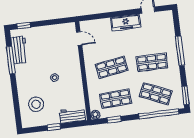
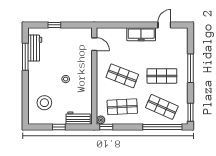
window: (24, 26) -> (54, 25), moved
shop shelf: (112, 67) -> (122, 76), turned 30
window: (114, 120) -> (106, 127), moved

